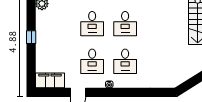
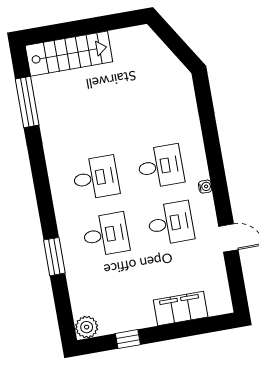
window: (31, 37) -> (128, 339), moved
filing cabinet: (50, 80) -> (181, 309), moved, turned 90

